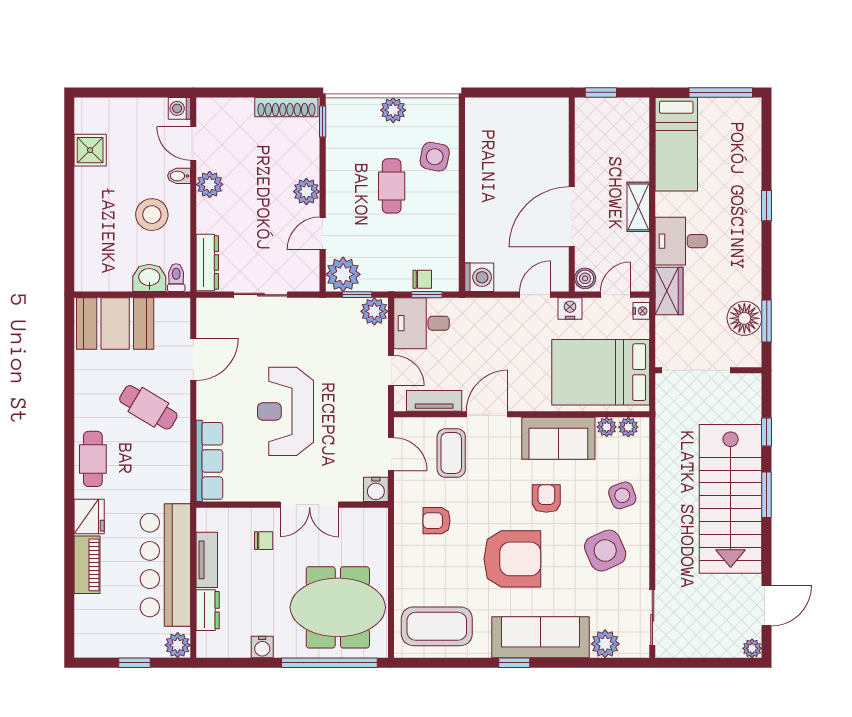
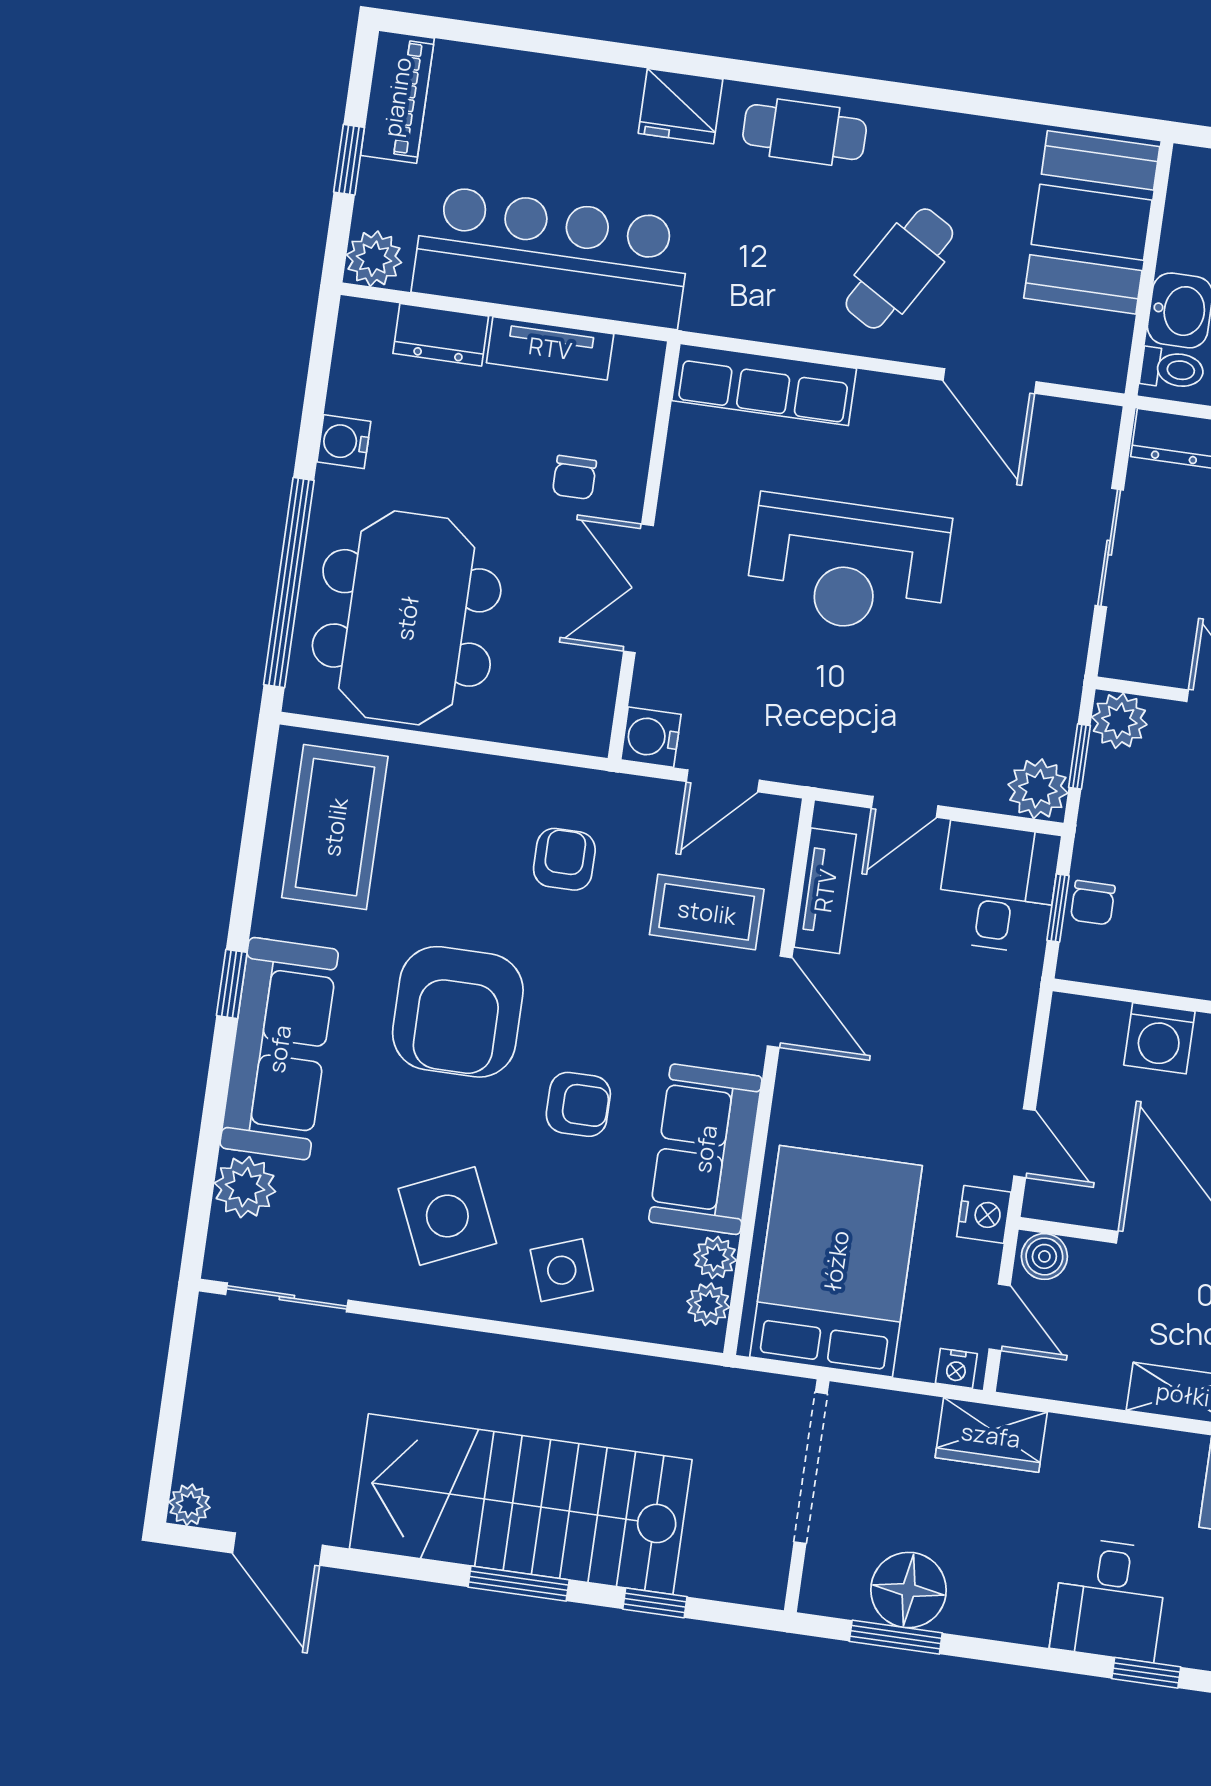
desk: (681, 241) -> (1109, 1599), moved, turned 180
plant: (343, 274) -> (1119, 721), width x0.73, depth x0.73
washing machine: (479, 277) -> (1159, 1038), moved
reception desk: (286, 411) -> (848, 565), turned 180
piano: (87, 565) -> (397, 97), moved, turned -90

